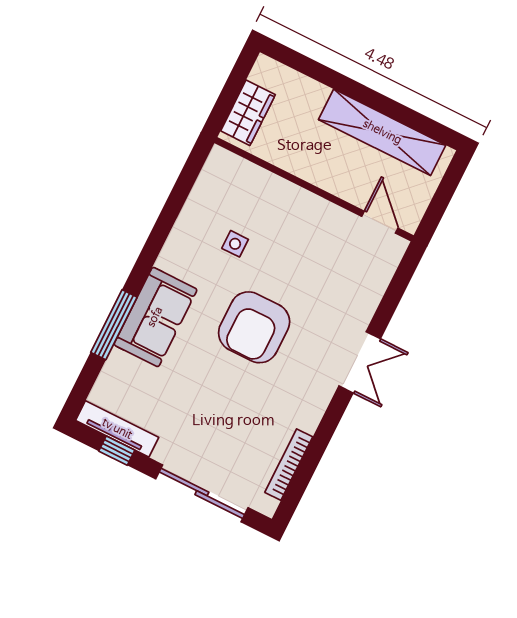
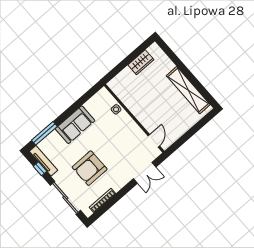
wall: (314, 189) -> (134, 118), moved
door: (380, 222) -> (154, 141), moved
window: (114, 325) -> (44, 133), moved
armchair: (254, 327) -> (90, 168), moved

